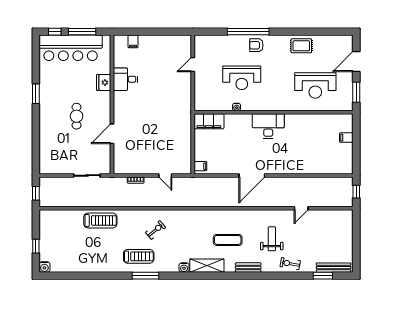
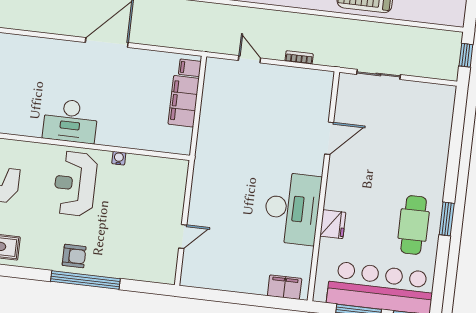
filing cabinet: (133, 41) -> (285, 287), width x2.00
reception desk: (242, 78) -> (75, 184), moved, turned -90
desk: (125, 79) -> (292, 208), width x1.87, depth x1.30
cafe table: (77, 116) -> (414, 225), moved, width x1.37, depth x1.35
filing cabinet: (209, 121) -> (184, 101), moved, turned -90

